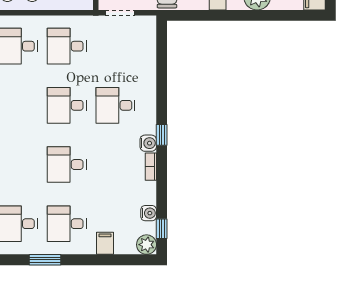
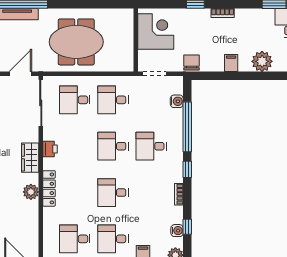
window: (162, 81) -> (187, 127), added
water cooler: (148, 143) -> (177, 101), moved
window: (162, 229) -> (187, 227), moved

